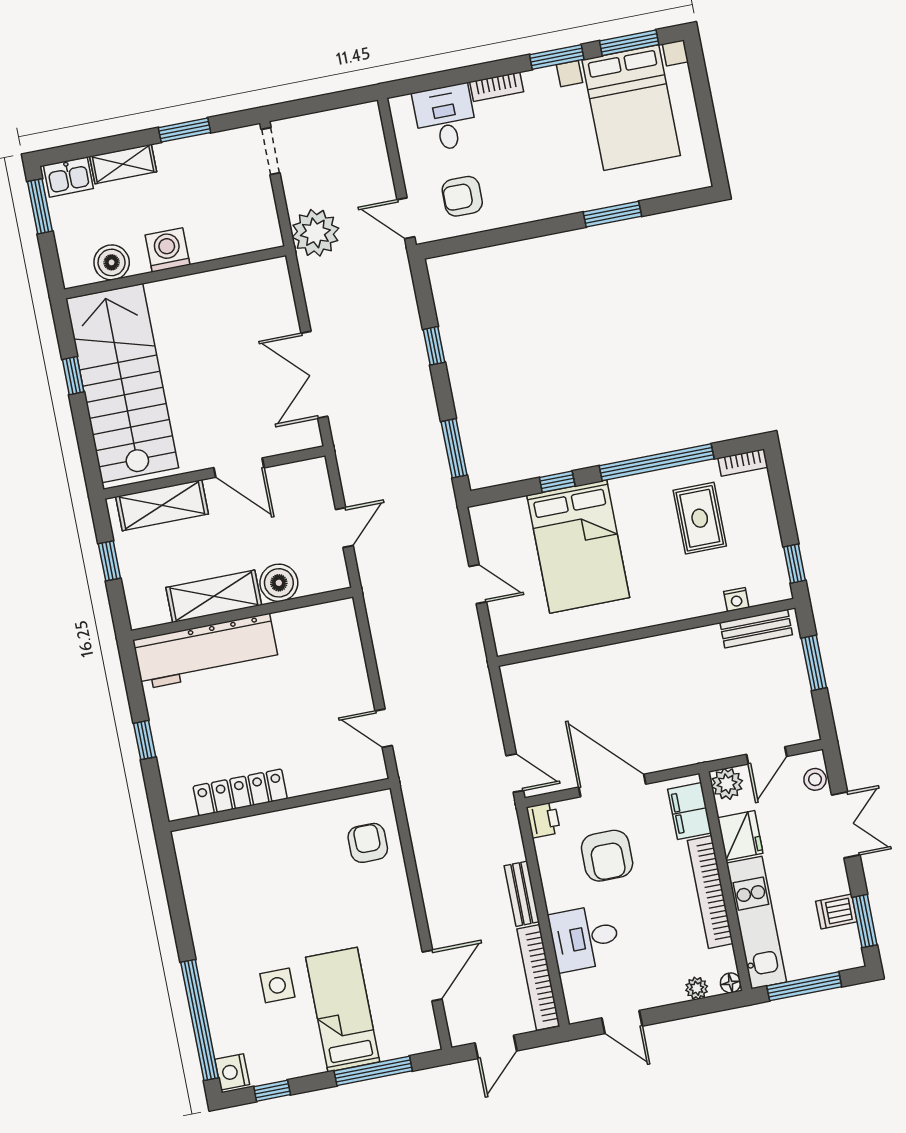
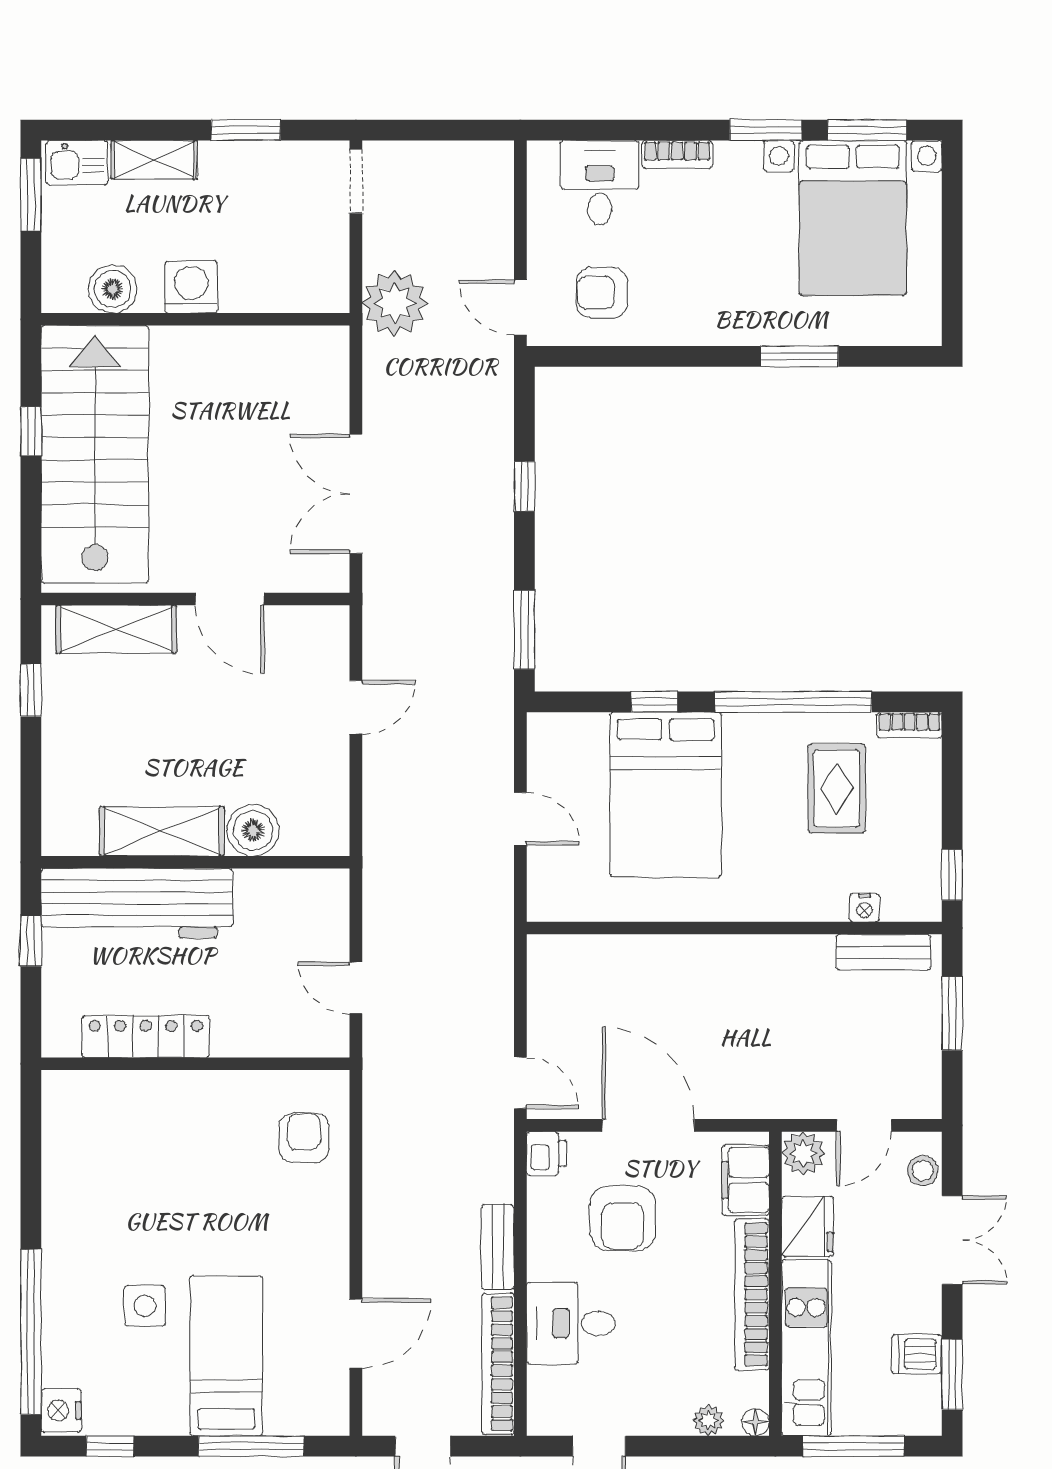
boiler: (279, 583) -> (253, 830), moved
shelving: (214, 596) -> (162, 831), moved
wall: (242, 614) -> (195, 862), moved
workbench: (206, 651) -> (137, 903), moved

